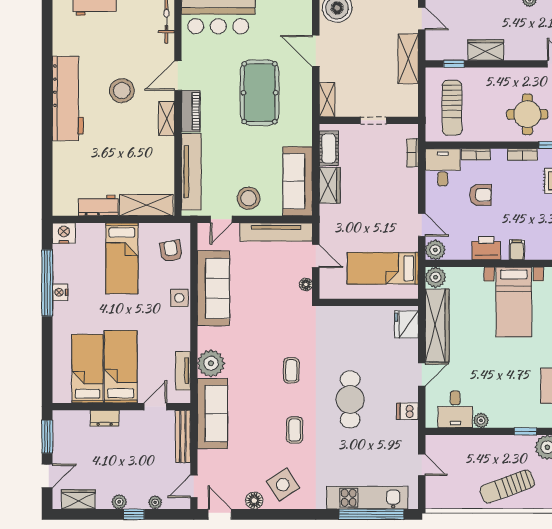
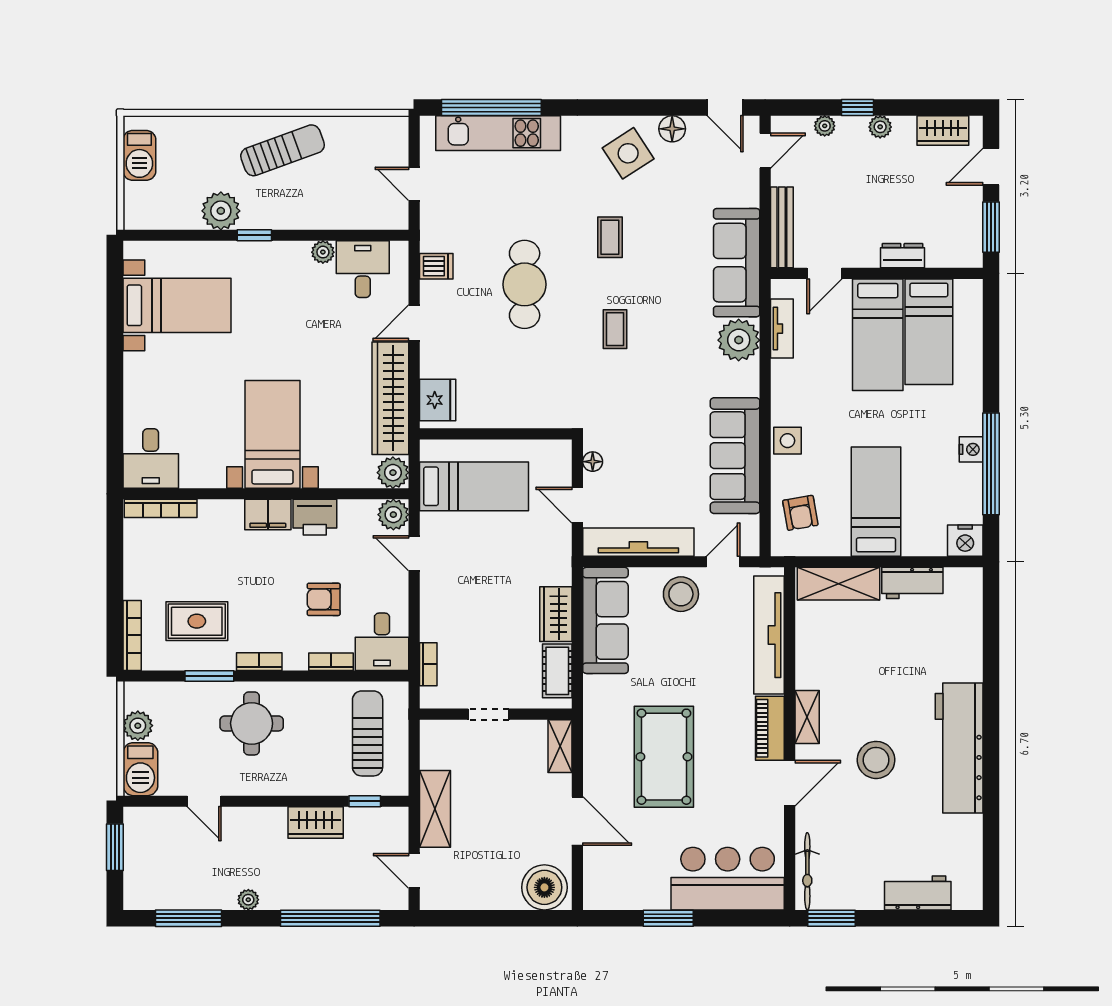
filing cabinet: (517, 250) -> (268, 515), width x2.00

